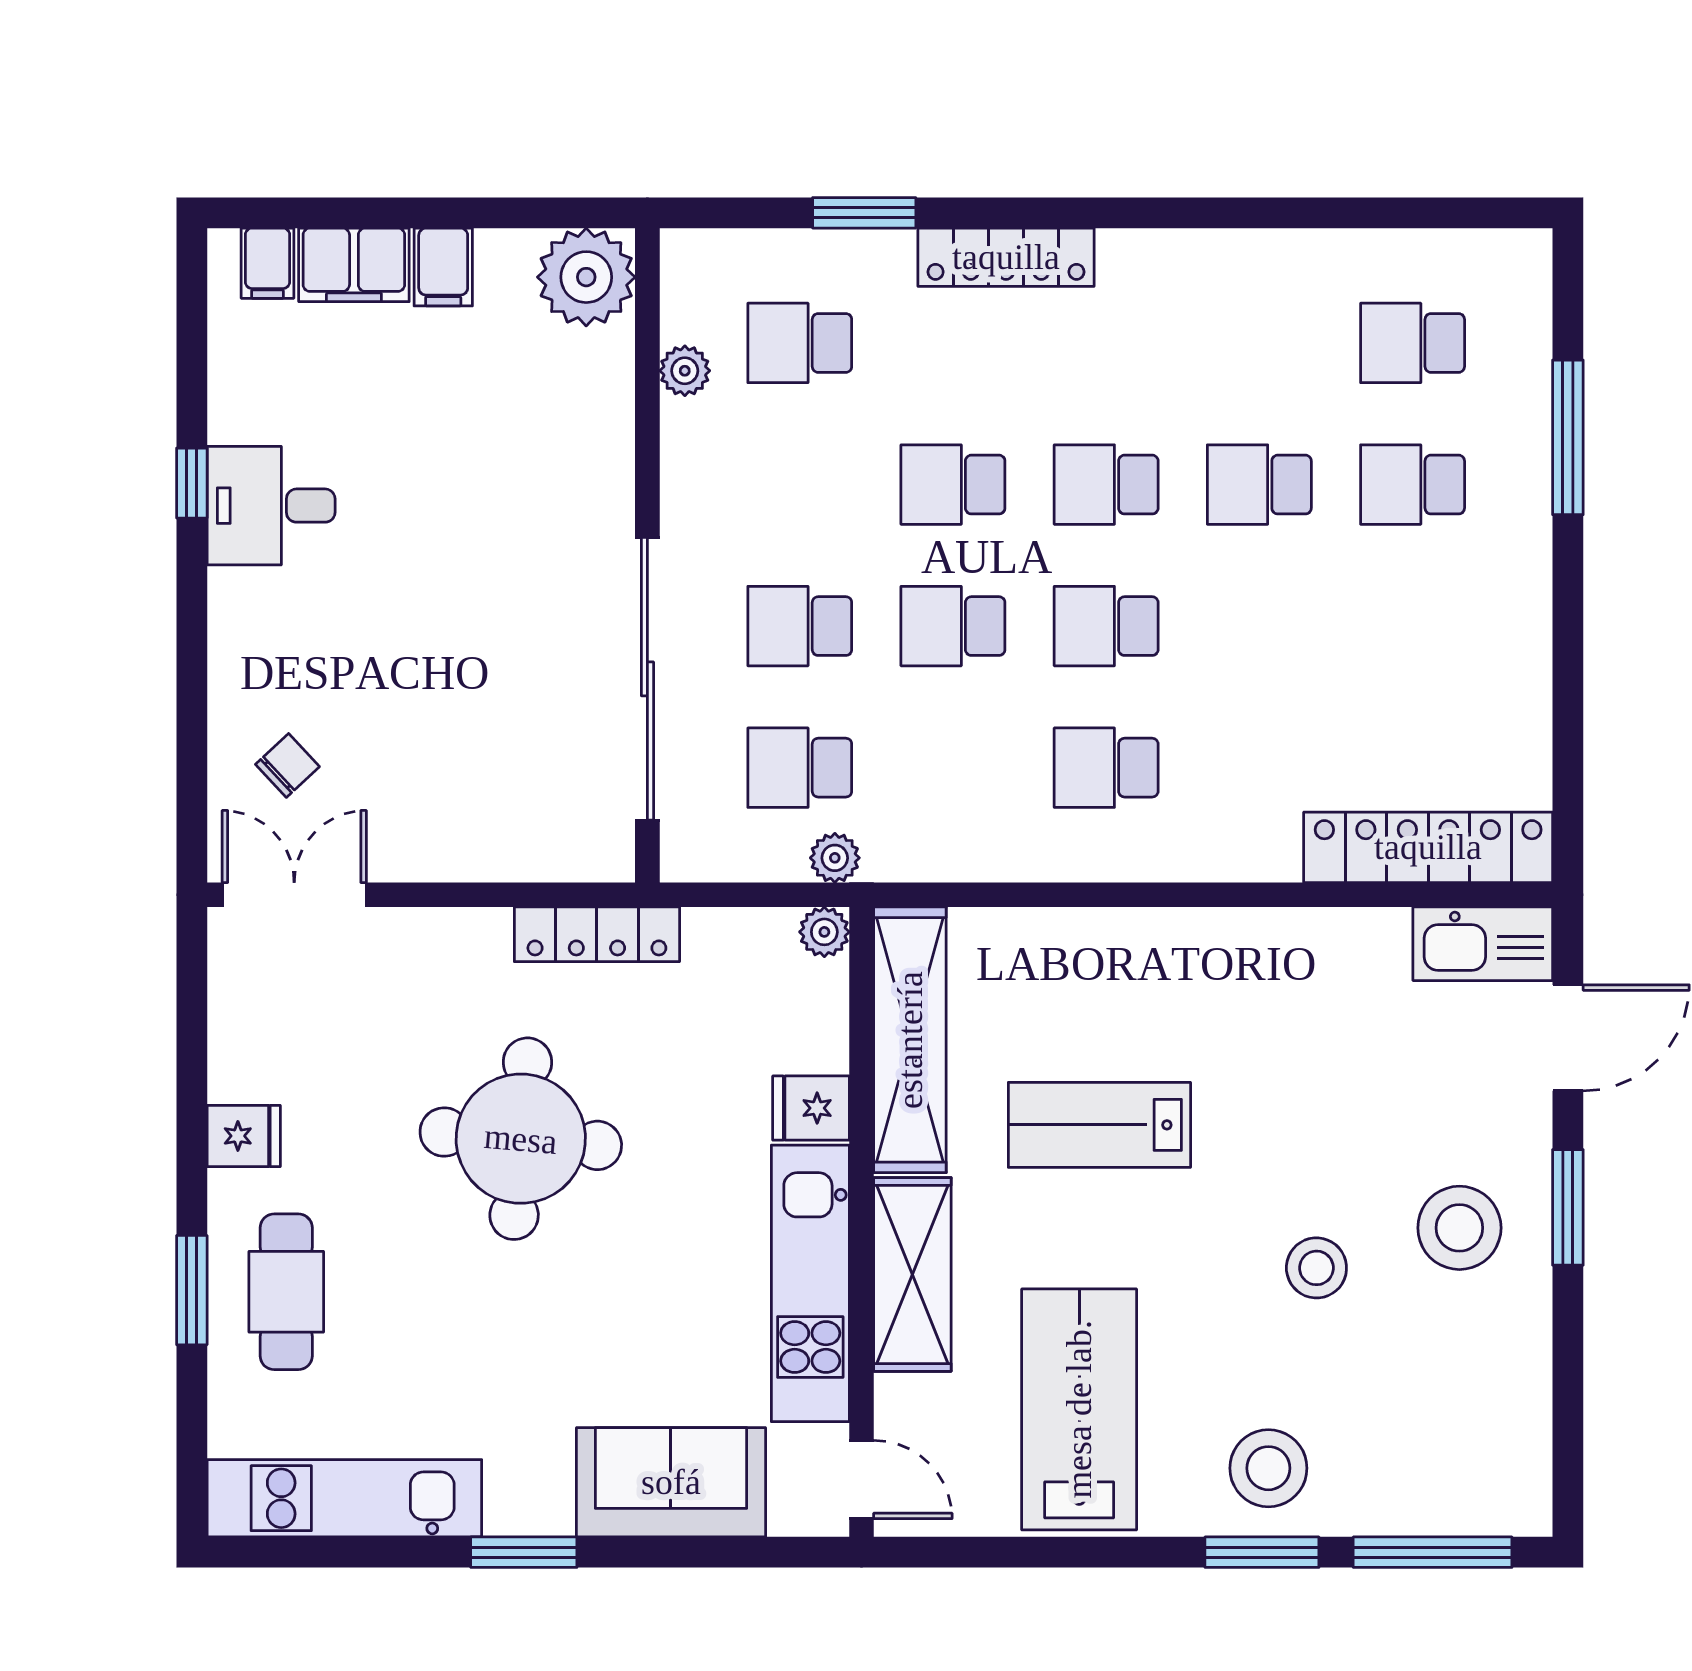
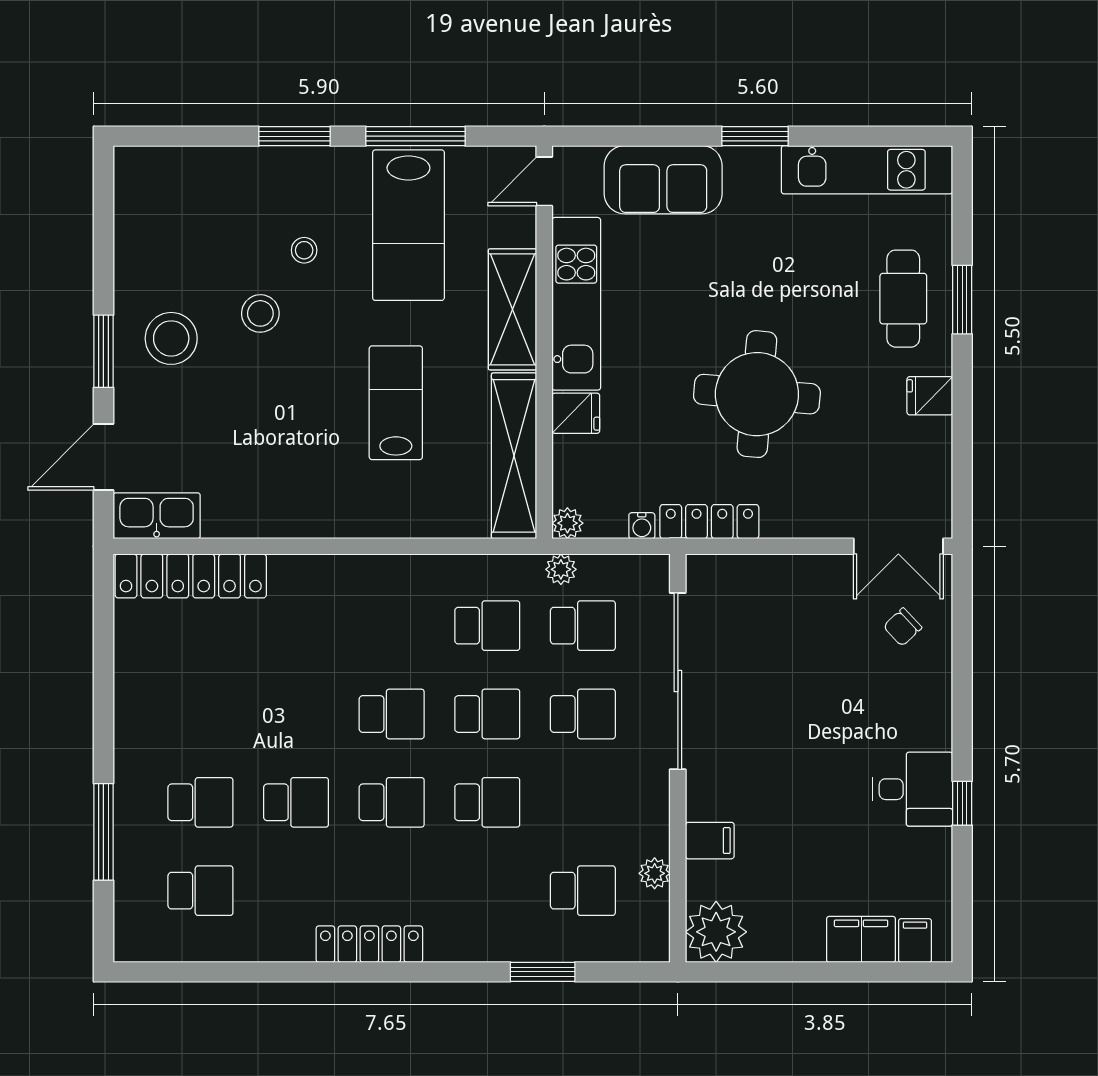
locker: (1006, 257) -> (369, 944), moved
filing cabinet: (443, 267) -> (710, 841), moved, turned 90
school desk: (1106, 768) -> (487, 626), moved
water cooler: (705, 928) -> (642, 526), added
lab bench: (1099, 1125) -> (396, 403), turned -90
stool: (1268, 1468) -> (304, 250), moved, width x0.53, depth x0.53
door: (862, 1480) -> (544, 181), hinge flipped
window: (1433, 1552) -> (415, 136), moved

